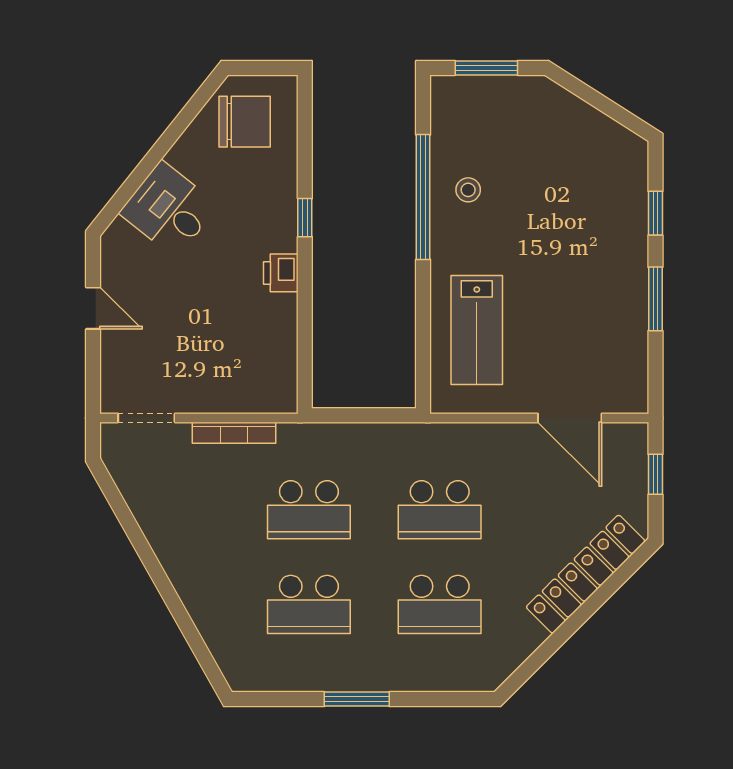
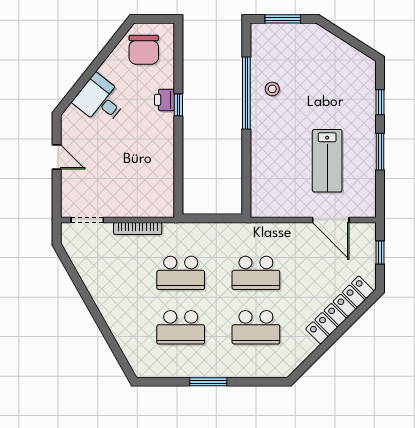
chair: (245, 122) -> (144, 50), turned 90
printer: (281, 273) -> (165, 100), moved
lab bench: (477, 330) -> (327, 161), moved

